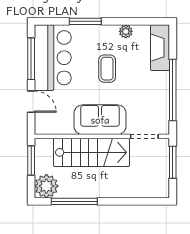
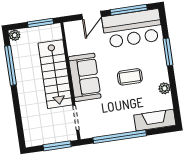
plant: (46, 186) -> (15, 35), width x0.53, depth x0.53

